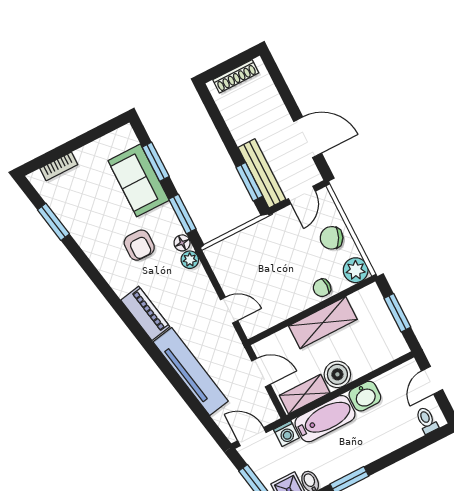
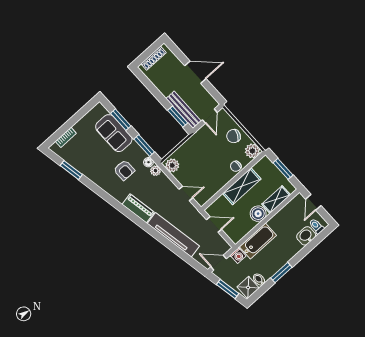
door: (308, 137) -> (195, 72), moved
plant: (219, 258) -> (172, 165), added
shelving: (305, 394) -> (276, 200), moved
washbasin: (365, 396) -> (306, 236), moved, turned 180

